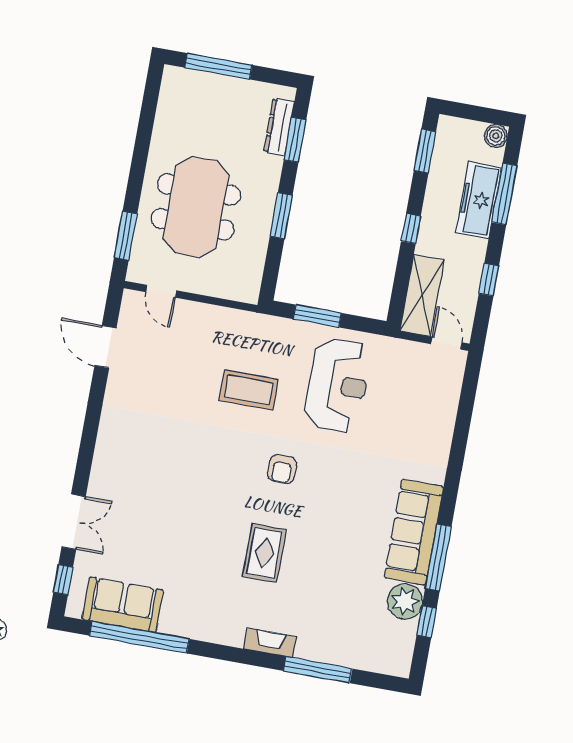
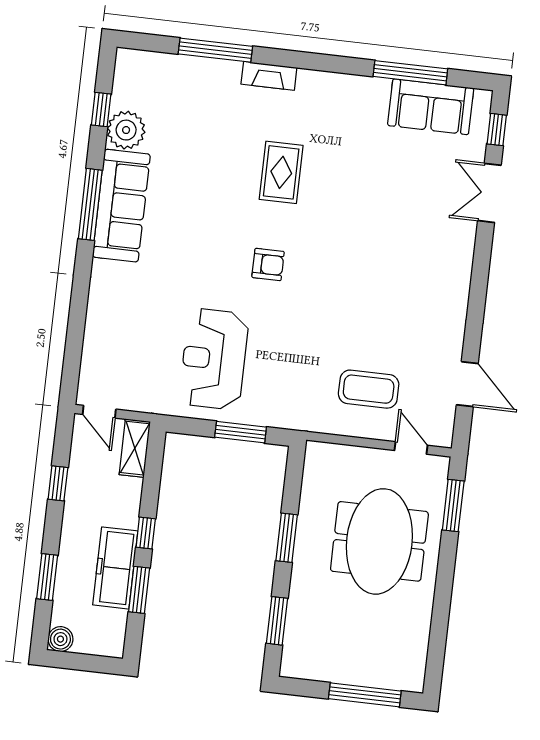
dresser: (279, 127) -> (295, 634), removed
window: (425, 151) -> (139, 590), moved
window: (504, 194) -> (47, 577), width x0.69
freezer: (479, 200) -> (115, 568), moved, turned 180
shelving: (422, 295) -> (135, 448), width x0.67, depth x0.75
coffee table: (249, 390) -> (369, 389), moved
armchair: (282, 469) -> (268, 264), turned 90
window: (438, 557) -> (90, 204), moved
window: (139, 637) -> (410, 73), width x0.68

